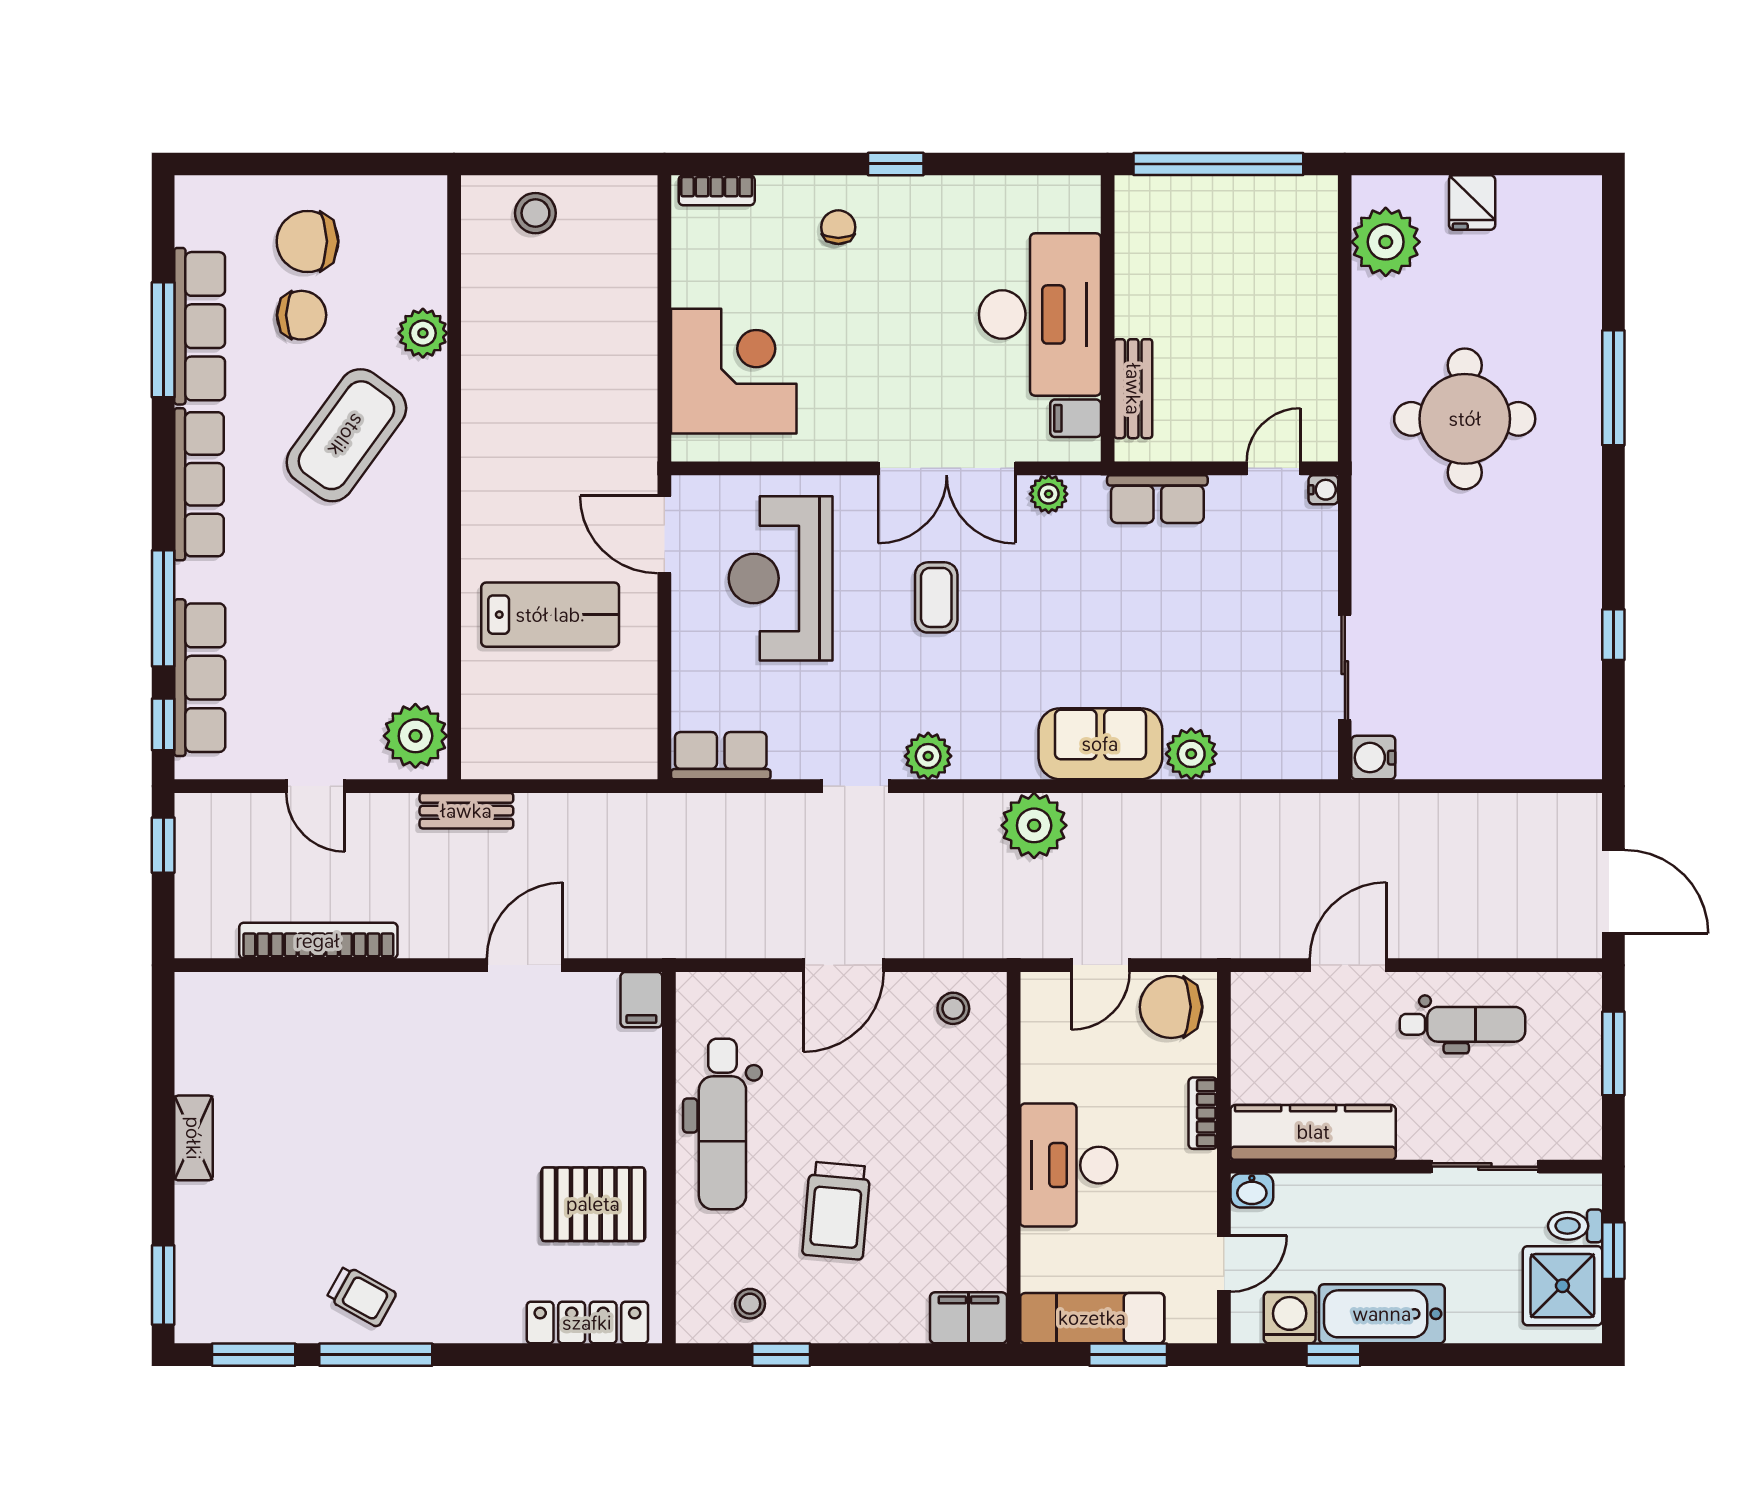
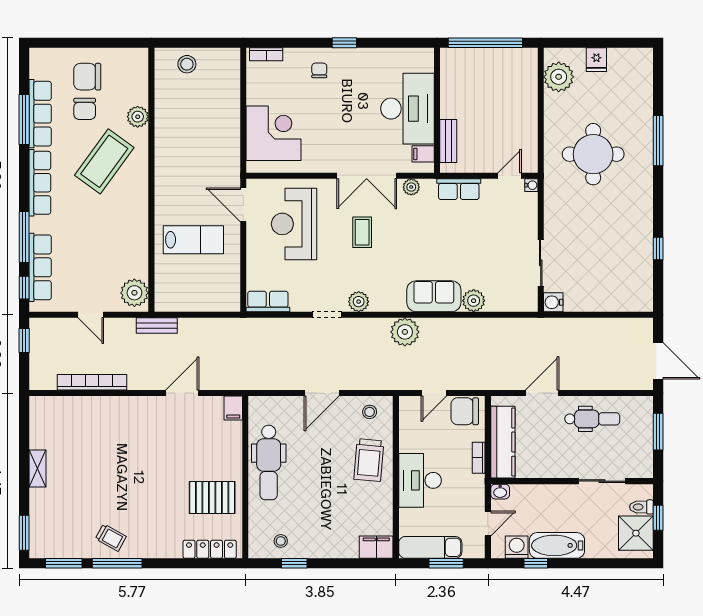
chair: (302, 315) -> (85, 109), turned 90
kitchen counter: (1313, 1132) -> (503, 442), moved, turned 90
trolley: (836, 1211) -> (369, 460), moved

